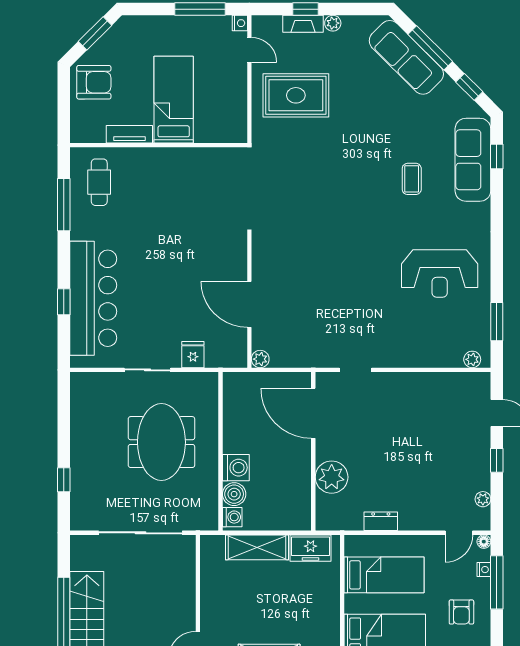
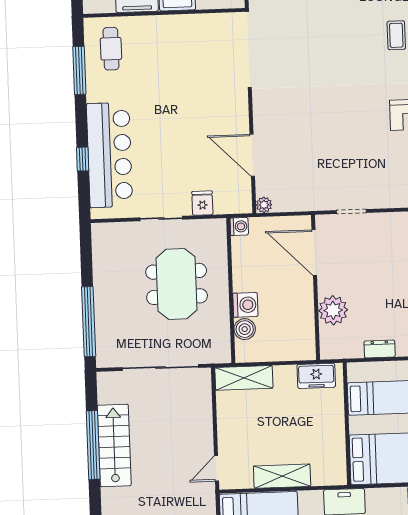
window: (64, 480) -> (89, 322), width x3.17
washing machine: (232, 517) -> (239, 226), moved
shelving: (257, 547) -> (244, 378), moved

